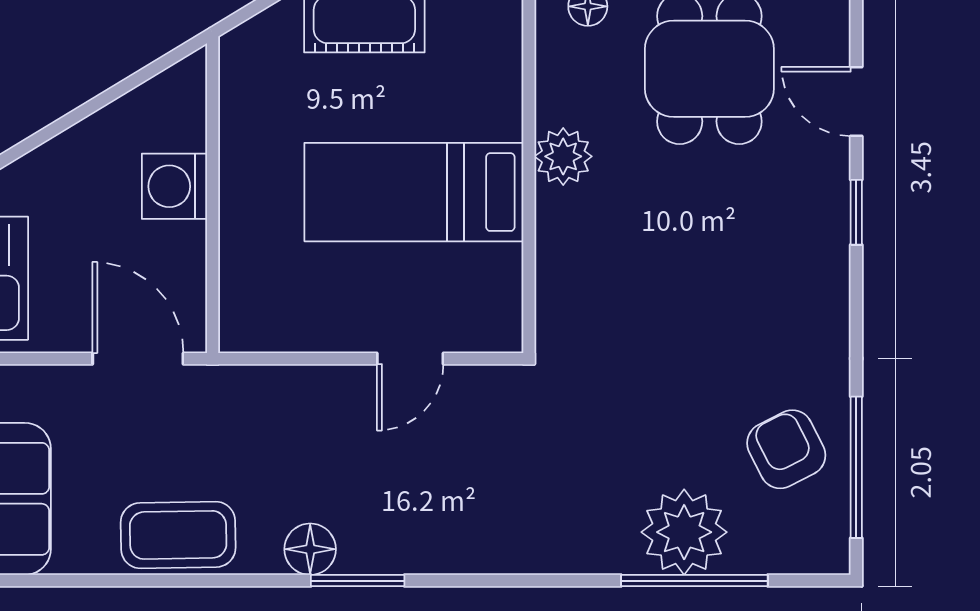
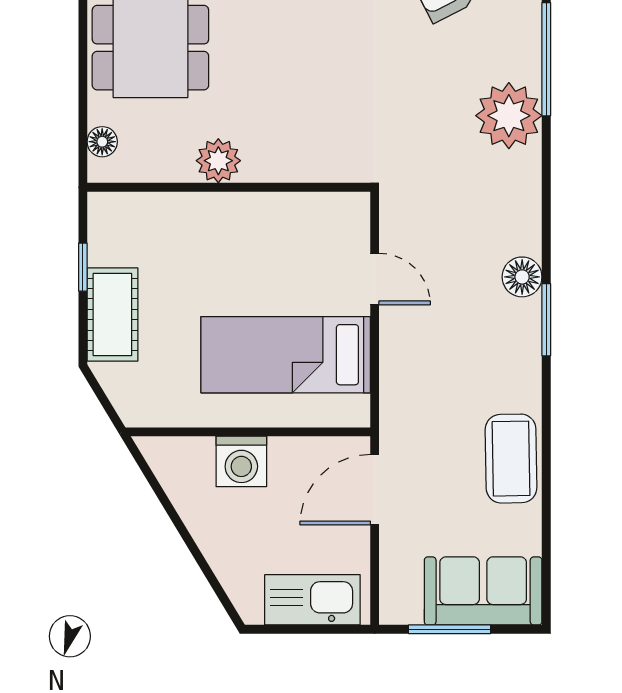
bed: (414, 192) -> (286, 355), moved, turned 90
plant: (684, 532) -> (509, 116), moved
floor lamp: (310, 549) -> (522, 277), moved

